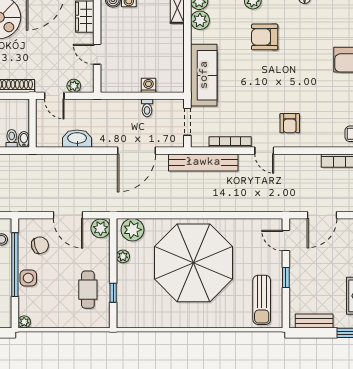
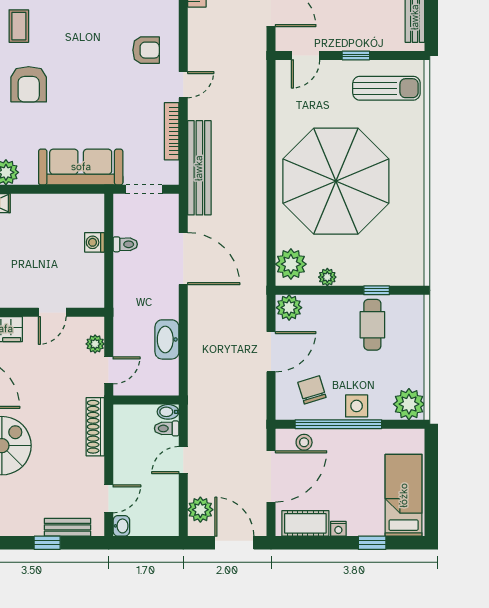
coffee table: (307, 30) -> (19, 26), added
cafe table: (88, 290) -> (372, 325), turned 90
plant: (24, 322) -> (409, 404), width x1.88, depth x1.88

